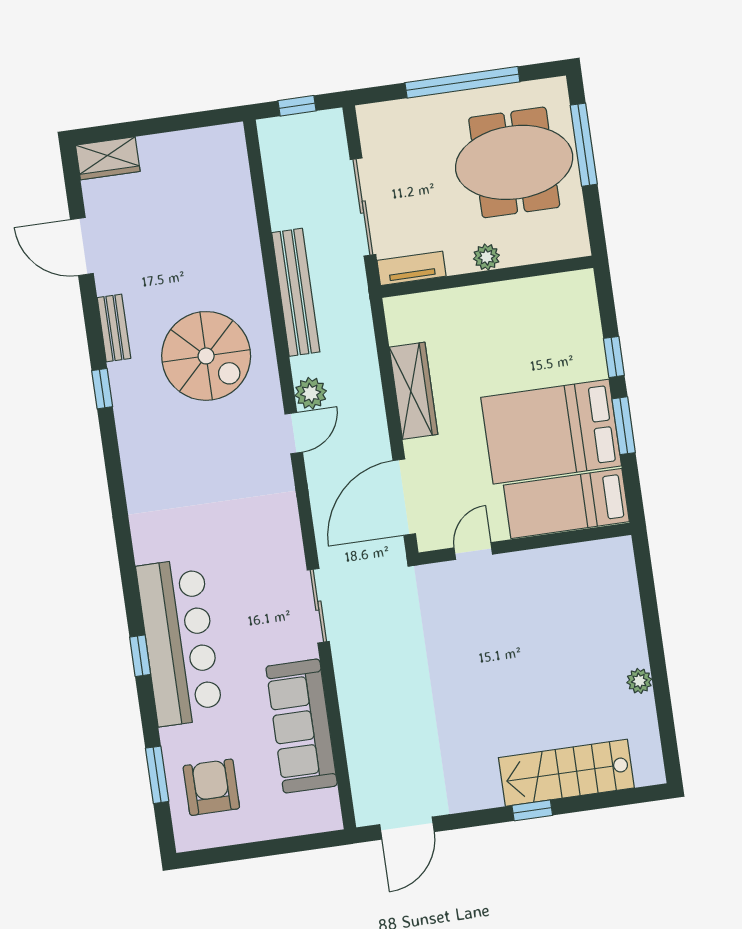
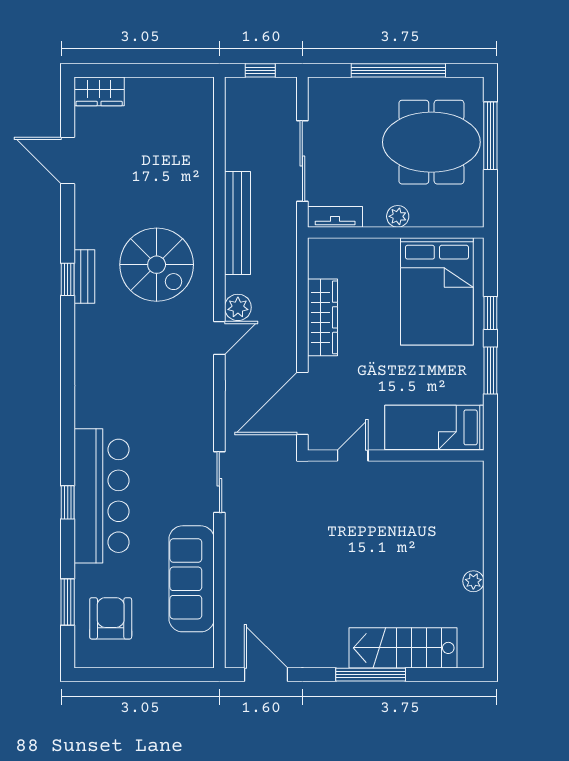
bench: (114, 328) -> (84, 277), moved
bed: (551, 432) -> (437, 291), moved, turned -90
window: (532, 810) -> (371, 675), width x2.17
door: (407, 828) -> (266, 675), swing flipped

